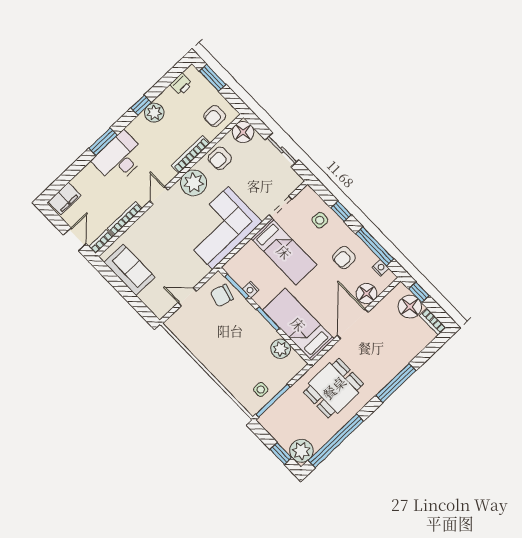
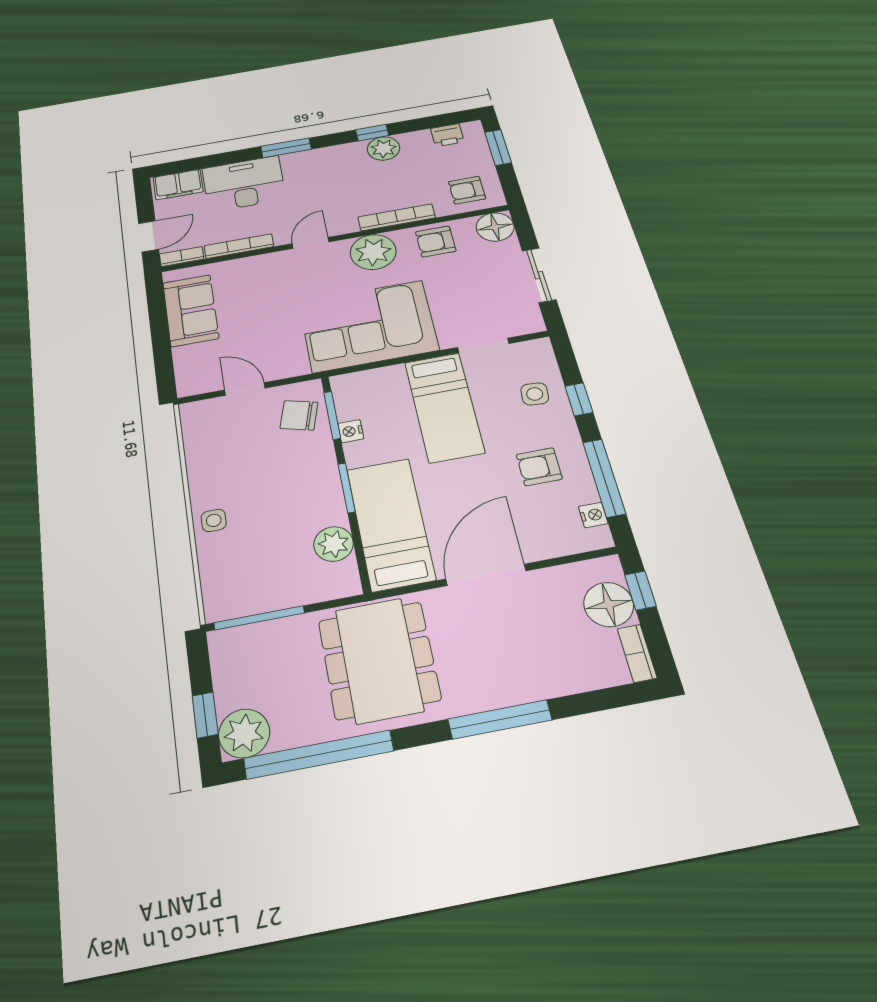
desk: (119, 158) -> (244, 184), moved
floor lamp: (367, 294) -> (542, 541), removed
dining table: (334, 388) -> (379, 660), width x1.38
side table: (261, 390) -> (214, 520), moved

